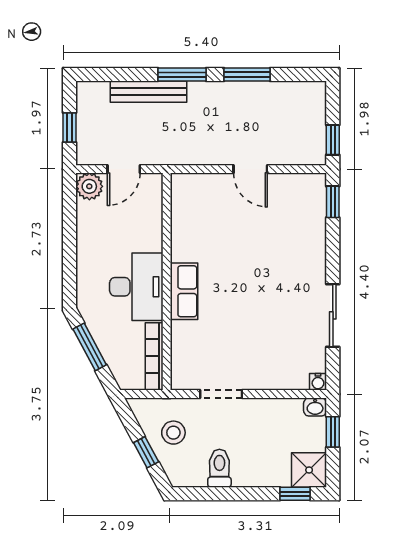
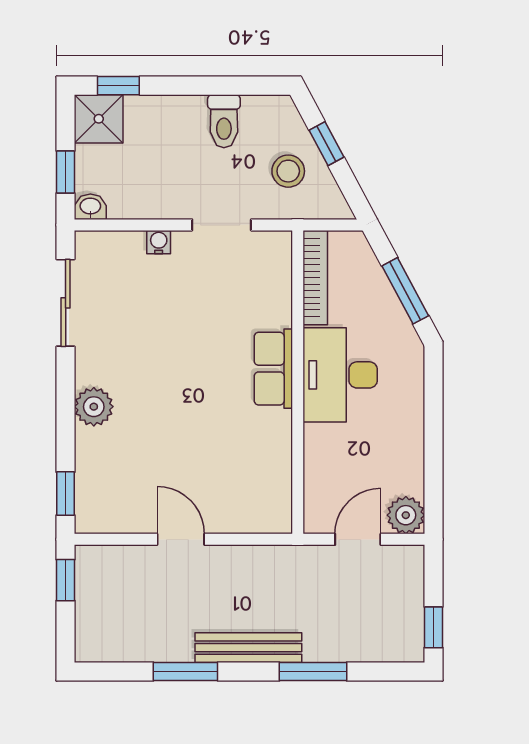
window: (182, 75) -> (313, 671), moved
bench: (149, 92) -> (248, 648), moved
window: (70, 127) -> (433, 627), moved
plant: (313, 264) -> (94, 407), added
sliding door: (333, 315) -> (66, 303), moved
water cooler: (318, 382) -> (159, 242), moved

